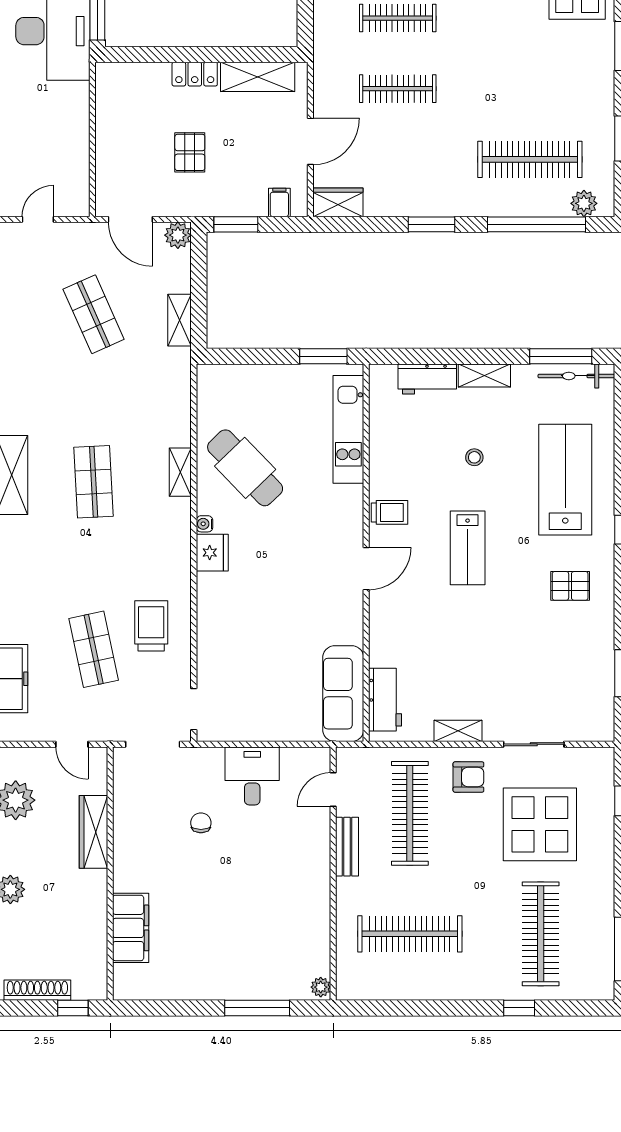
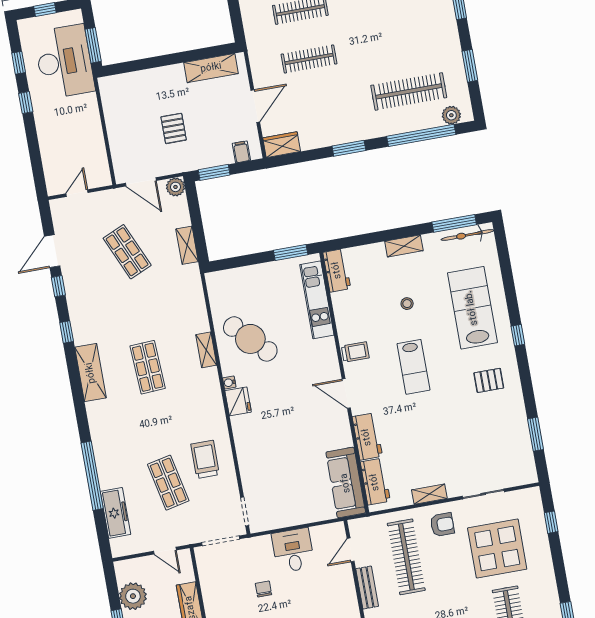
locker: (195, 74) -> (167, 74), removed
workbench: (427, 379) -> (337, 270), moved, turned -90
door: (366, 569) -> (346, 394), swing flipped
workbench: (385, 634) -> (367, 437), added

